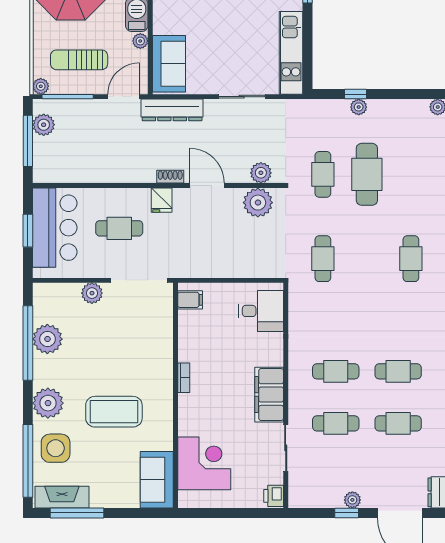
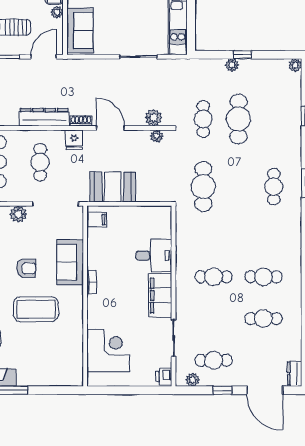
window: (355, 94) -> (243, 55), moved
dresser: (172, 110) -> (44, 117), moved, turned 180
plant: (258, 203) -> (157, 136), width x0.53, depth x0.53
cafe table: (119, 228) -> (40, 162), turned 90
booth: (210, 259) -> (113, 187), added
cafe table: (323, 259) -> (203, 187), width x1.37, depth x1.35
desk: (261, 311) -> (154, 256), moved
armchair: (102, 361) -> (26, 268), added
cafe table: (336, 423) -> (214, 360), moved
sofa: (157, 480) -> (70, 262), moved
plant: (352, 500) -> (193, 380), moved

